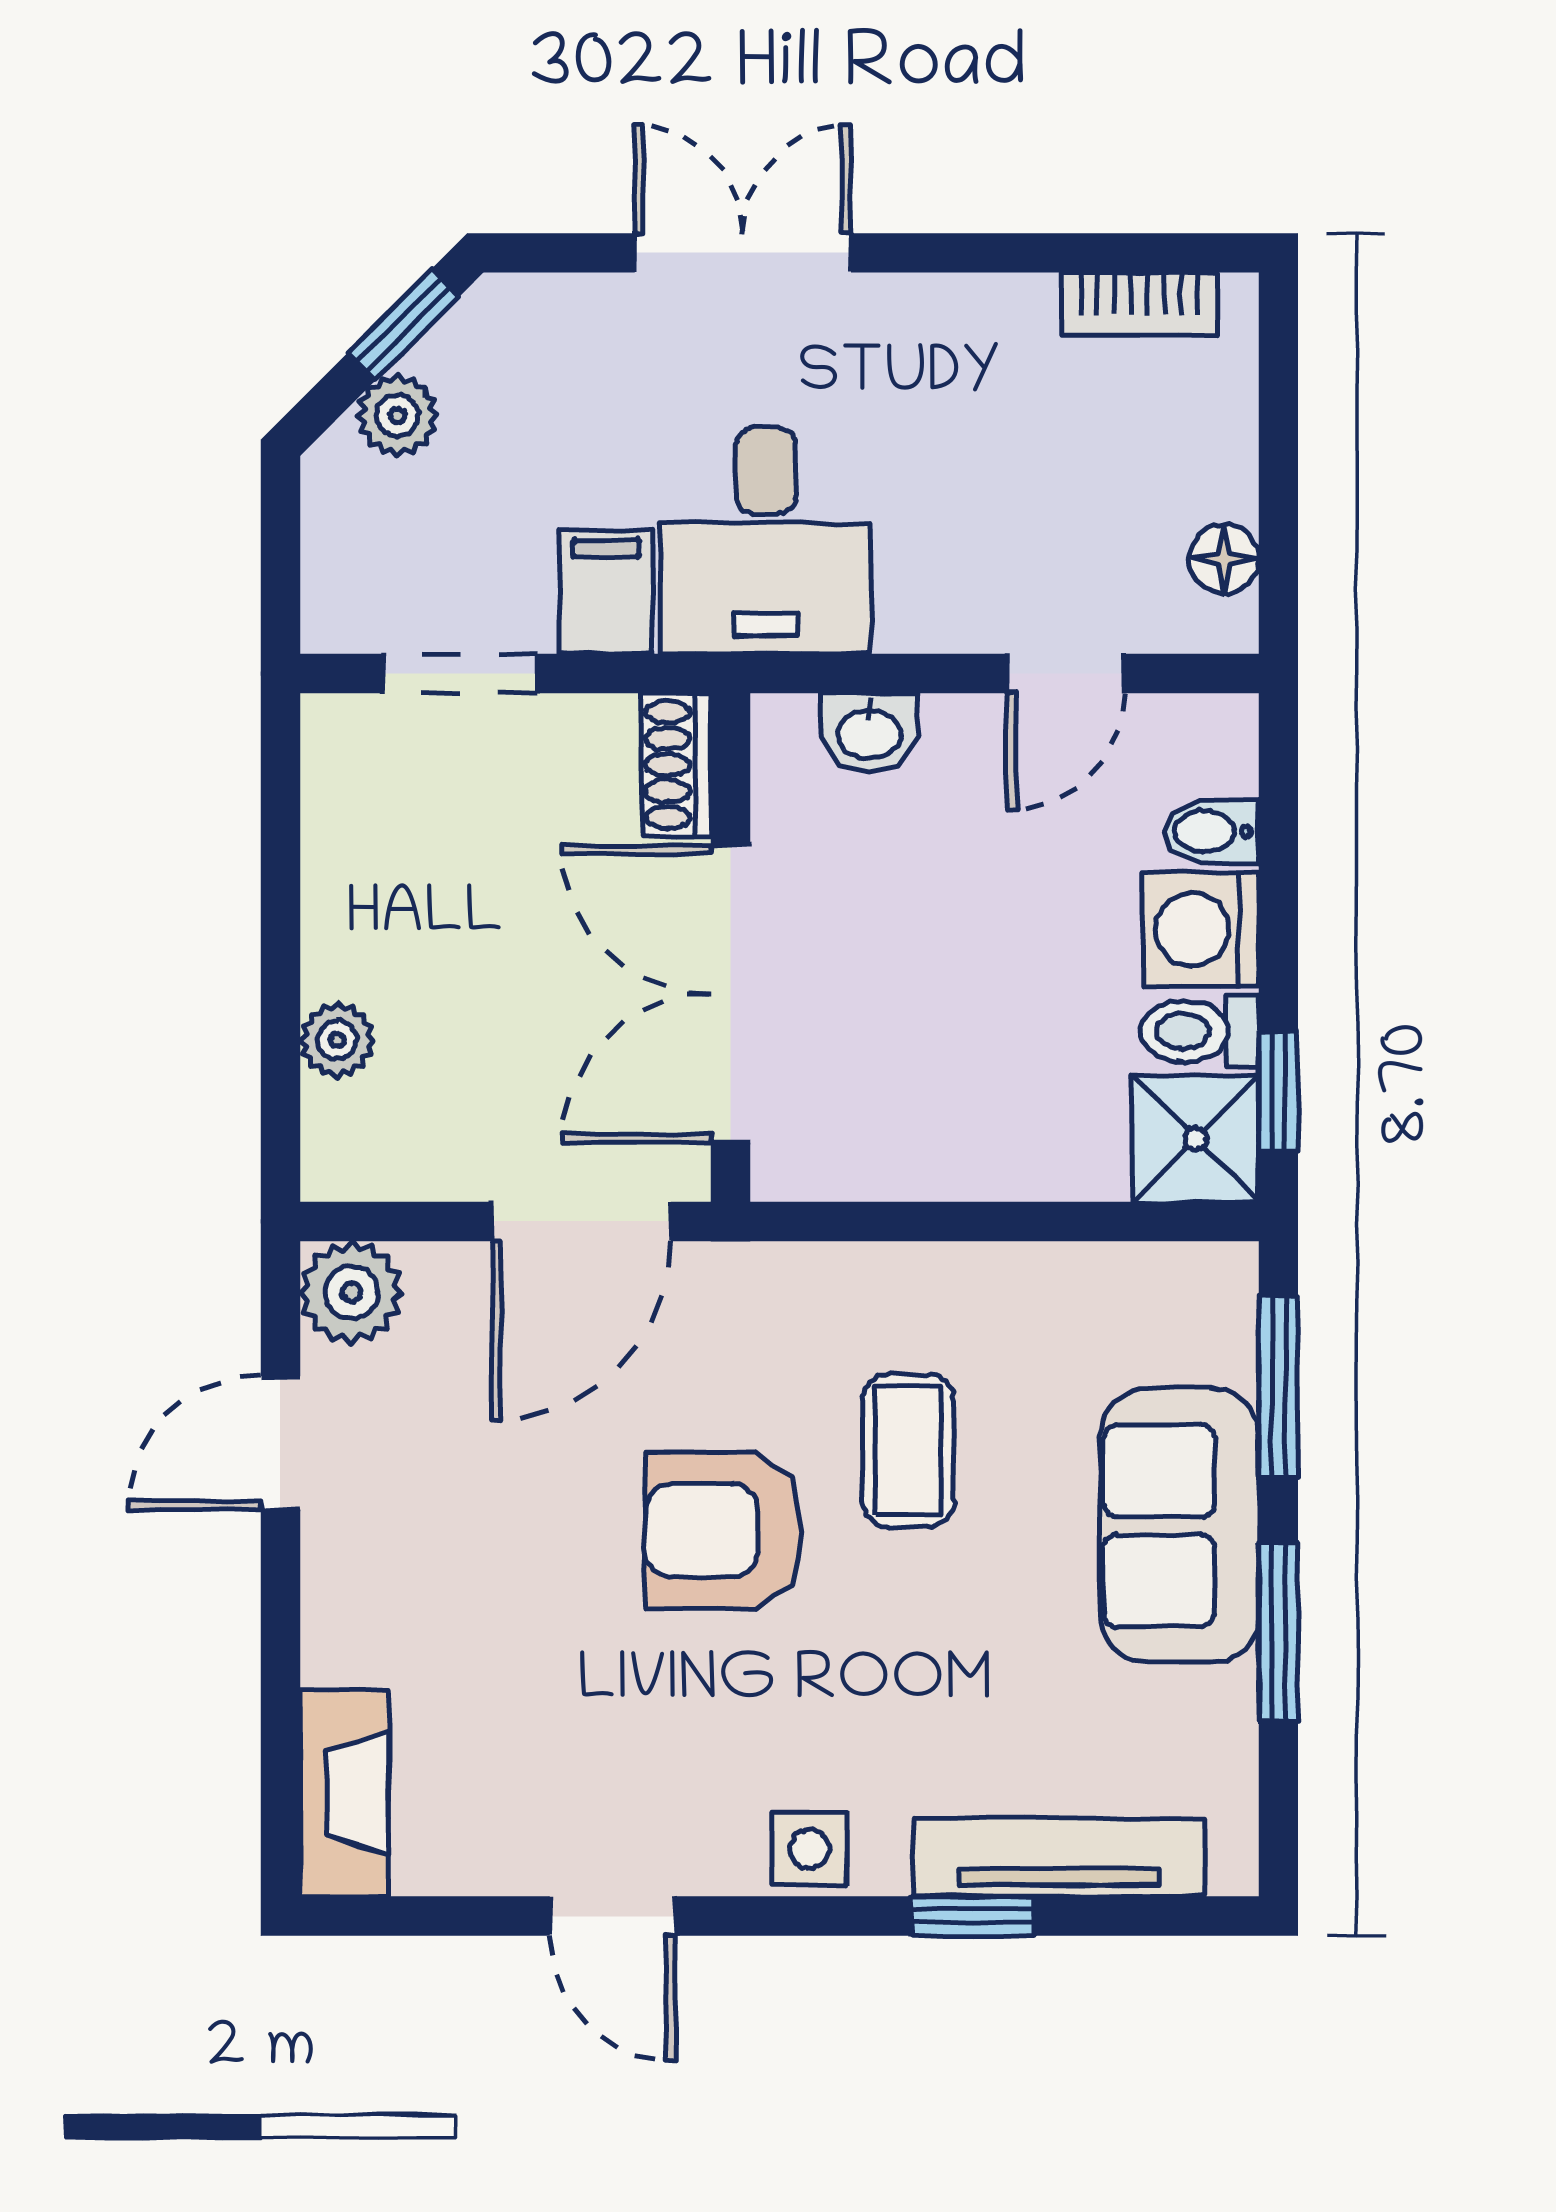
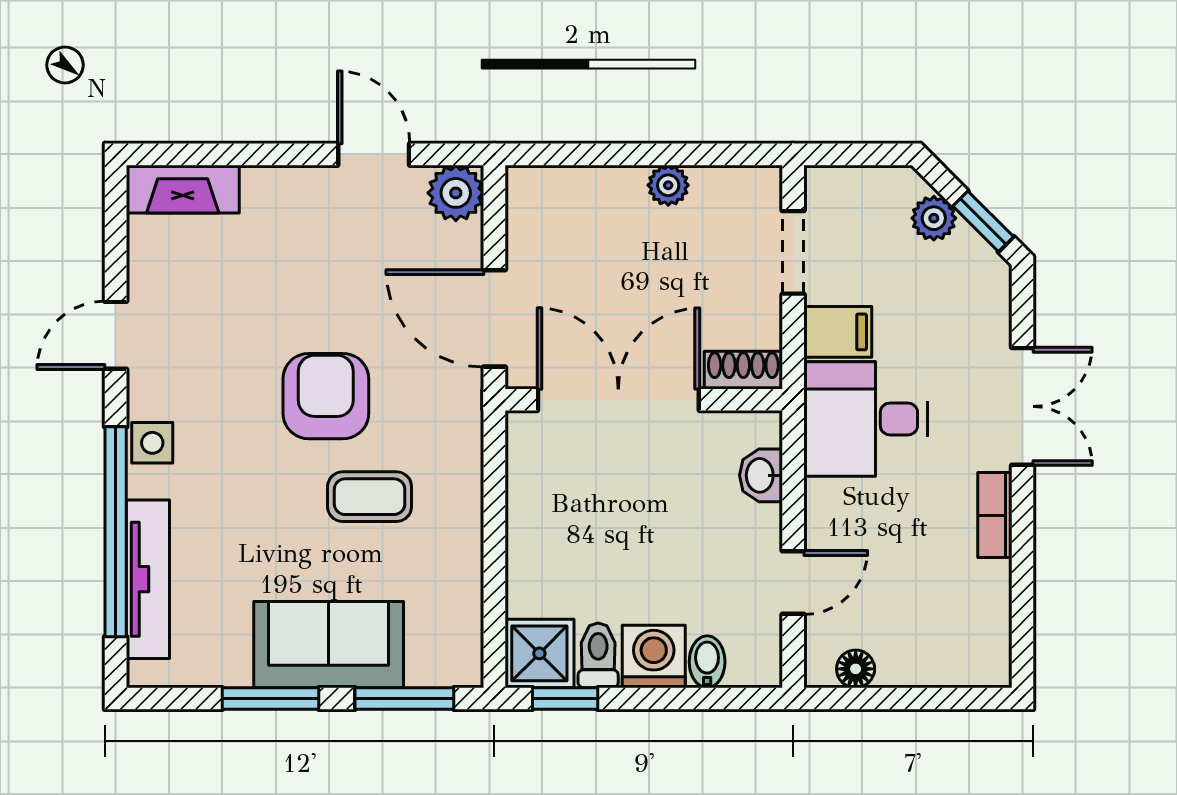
bookcase: (1139, 304) -> (995, 515), moved
door: (1066, 674) -> (793, 583), swing flipped
plant: (337, 1040) -> (668, 185), moved
window: (973, 1916) -> (116, 532), width x3.17

